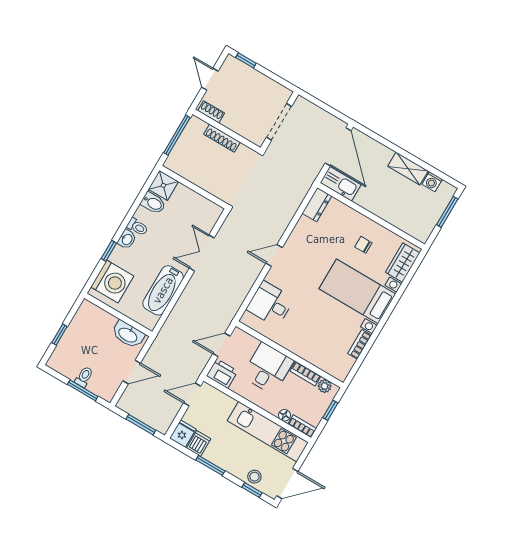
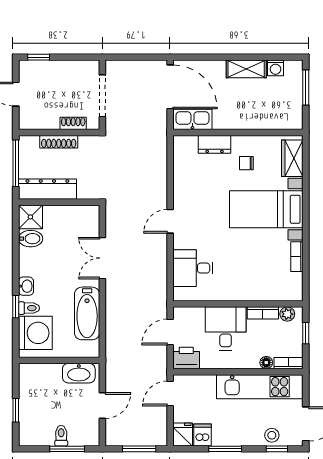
shoe rack: (211, 112) -> (73, 123), moved
dresser: (190, 171) -> (47, 189), added
dresser: (317, 205) -> (215, 144), moved, turned 90
toilet: (137, 227) -> (29, 308), moved

